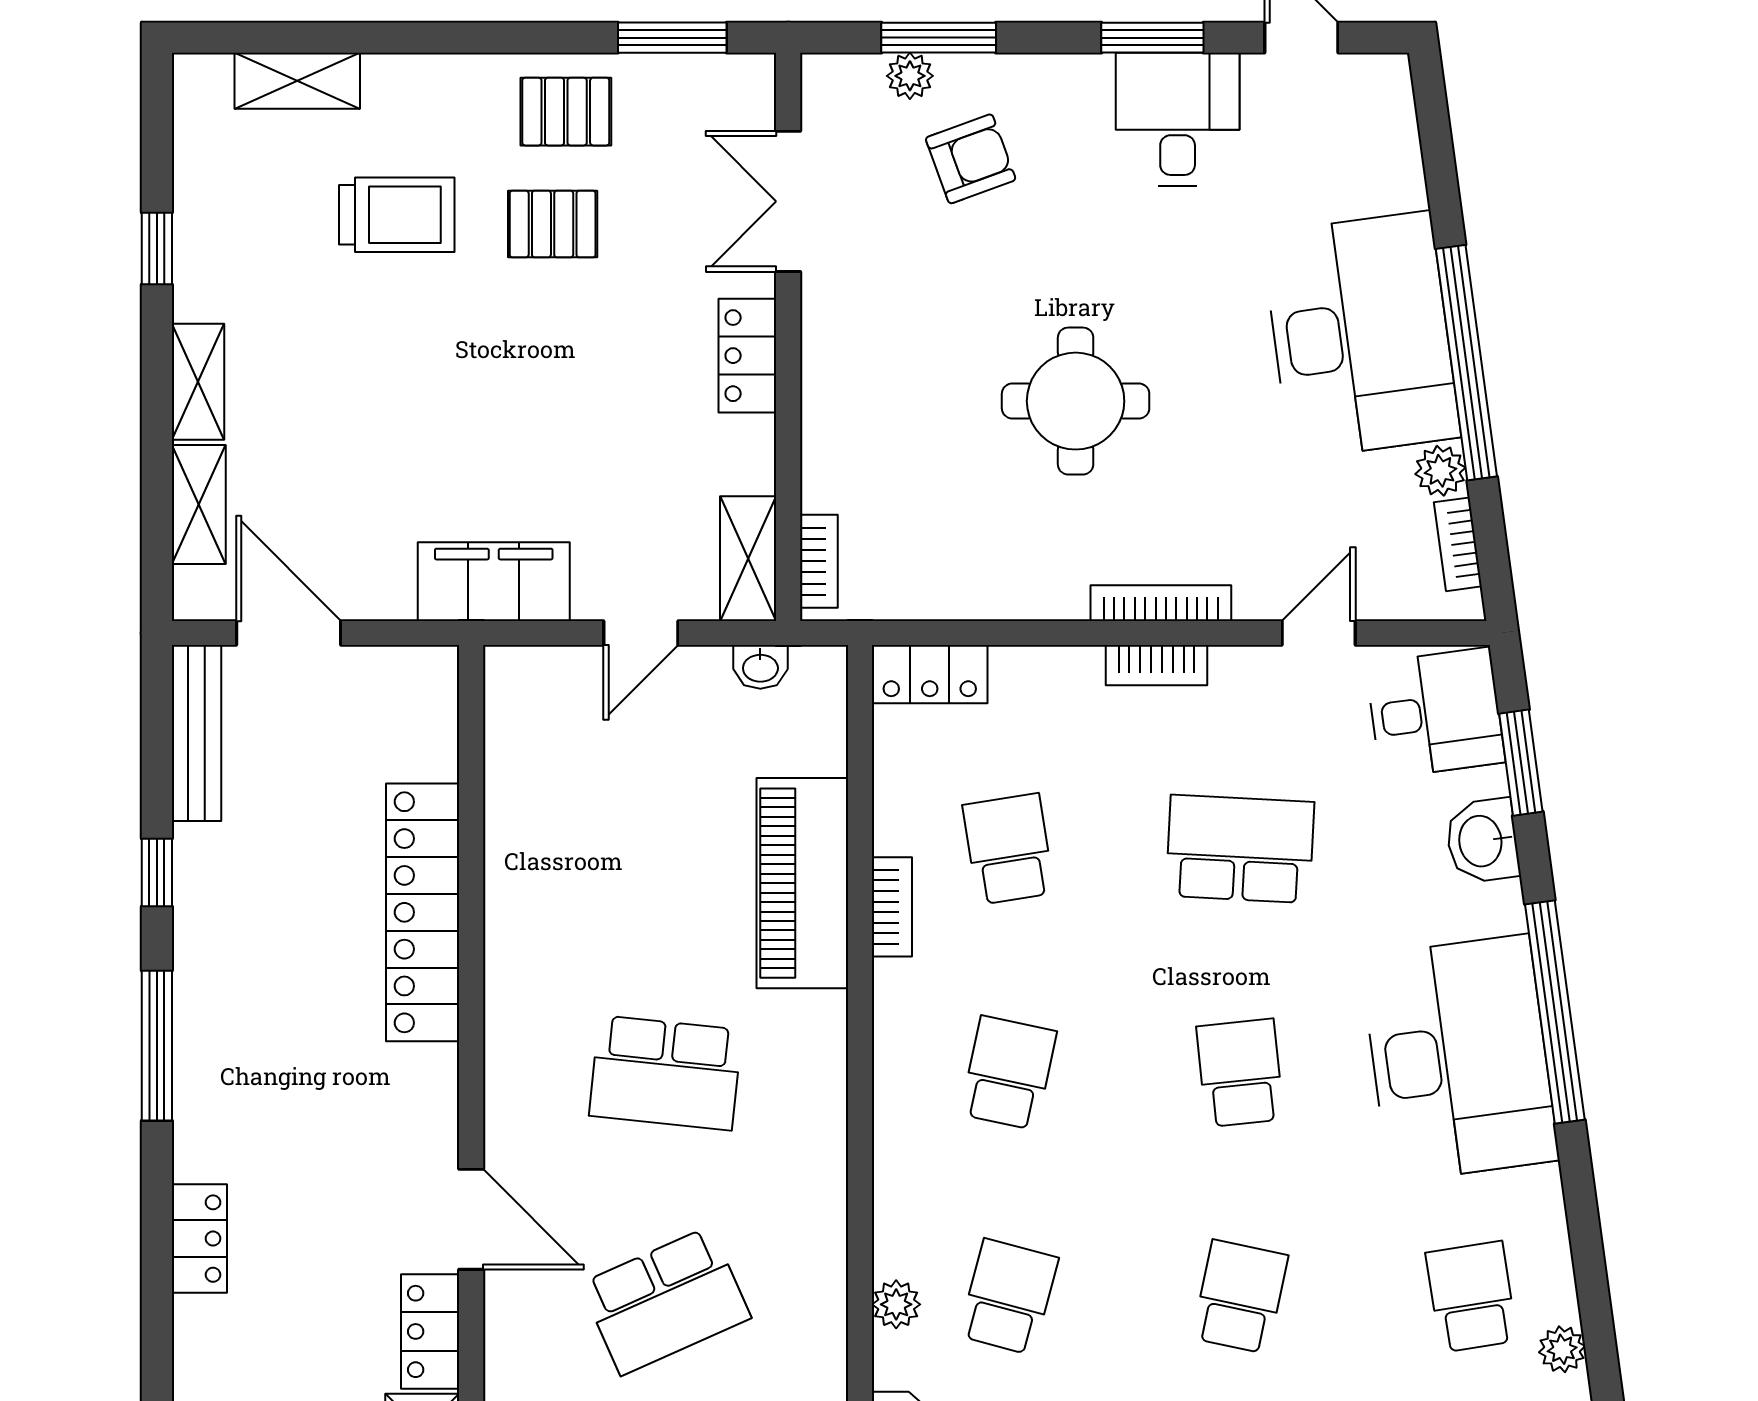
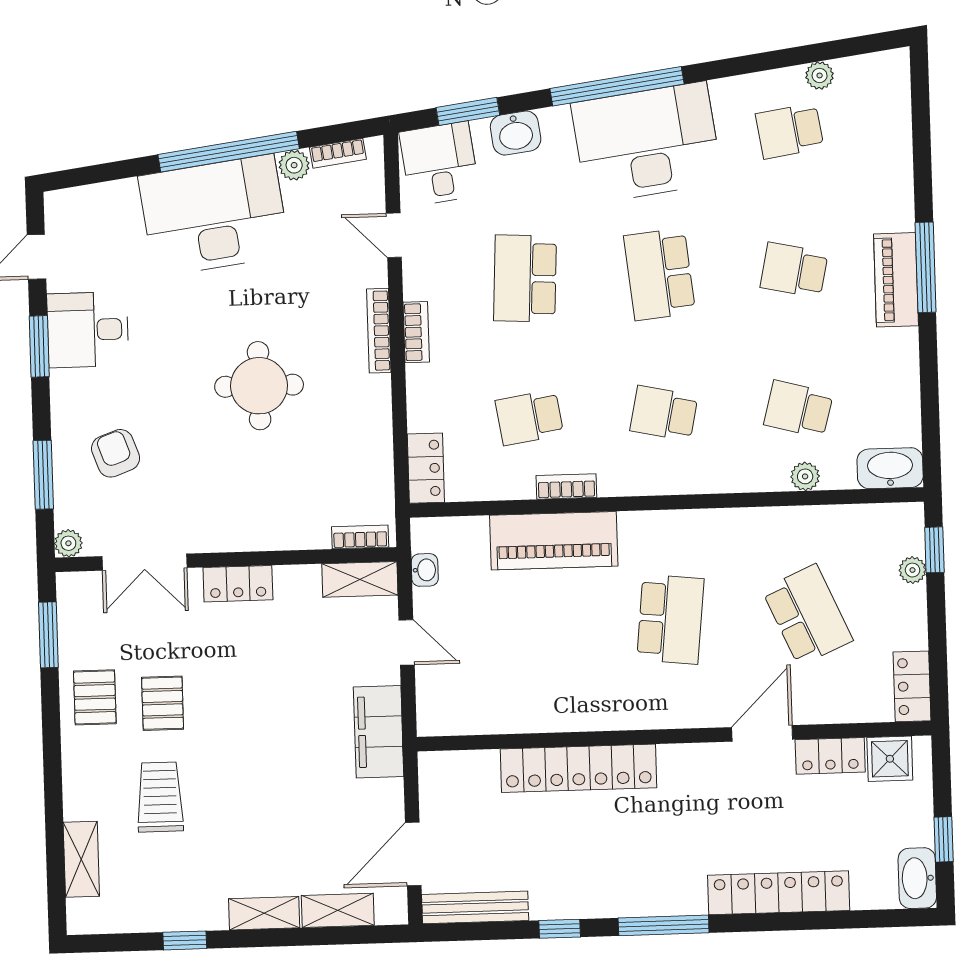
plant: (910, 76) -> (68, 543), moved
school desk: (1240, 1073) -> (660, 274), width x1.85
locker: (199, 1239) -> (779, 893), width x2.16, depth x1.21

